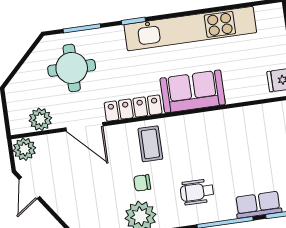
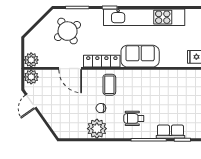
round table: (72, 68) -> (68, 31), turned -33
plant: (40, 119) -> (31, 60), moved

